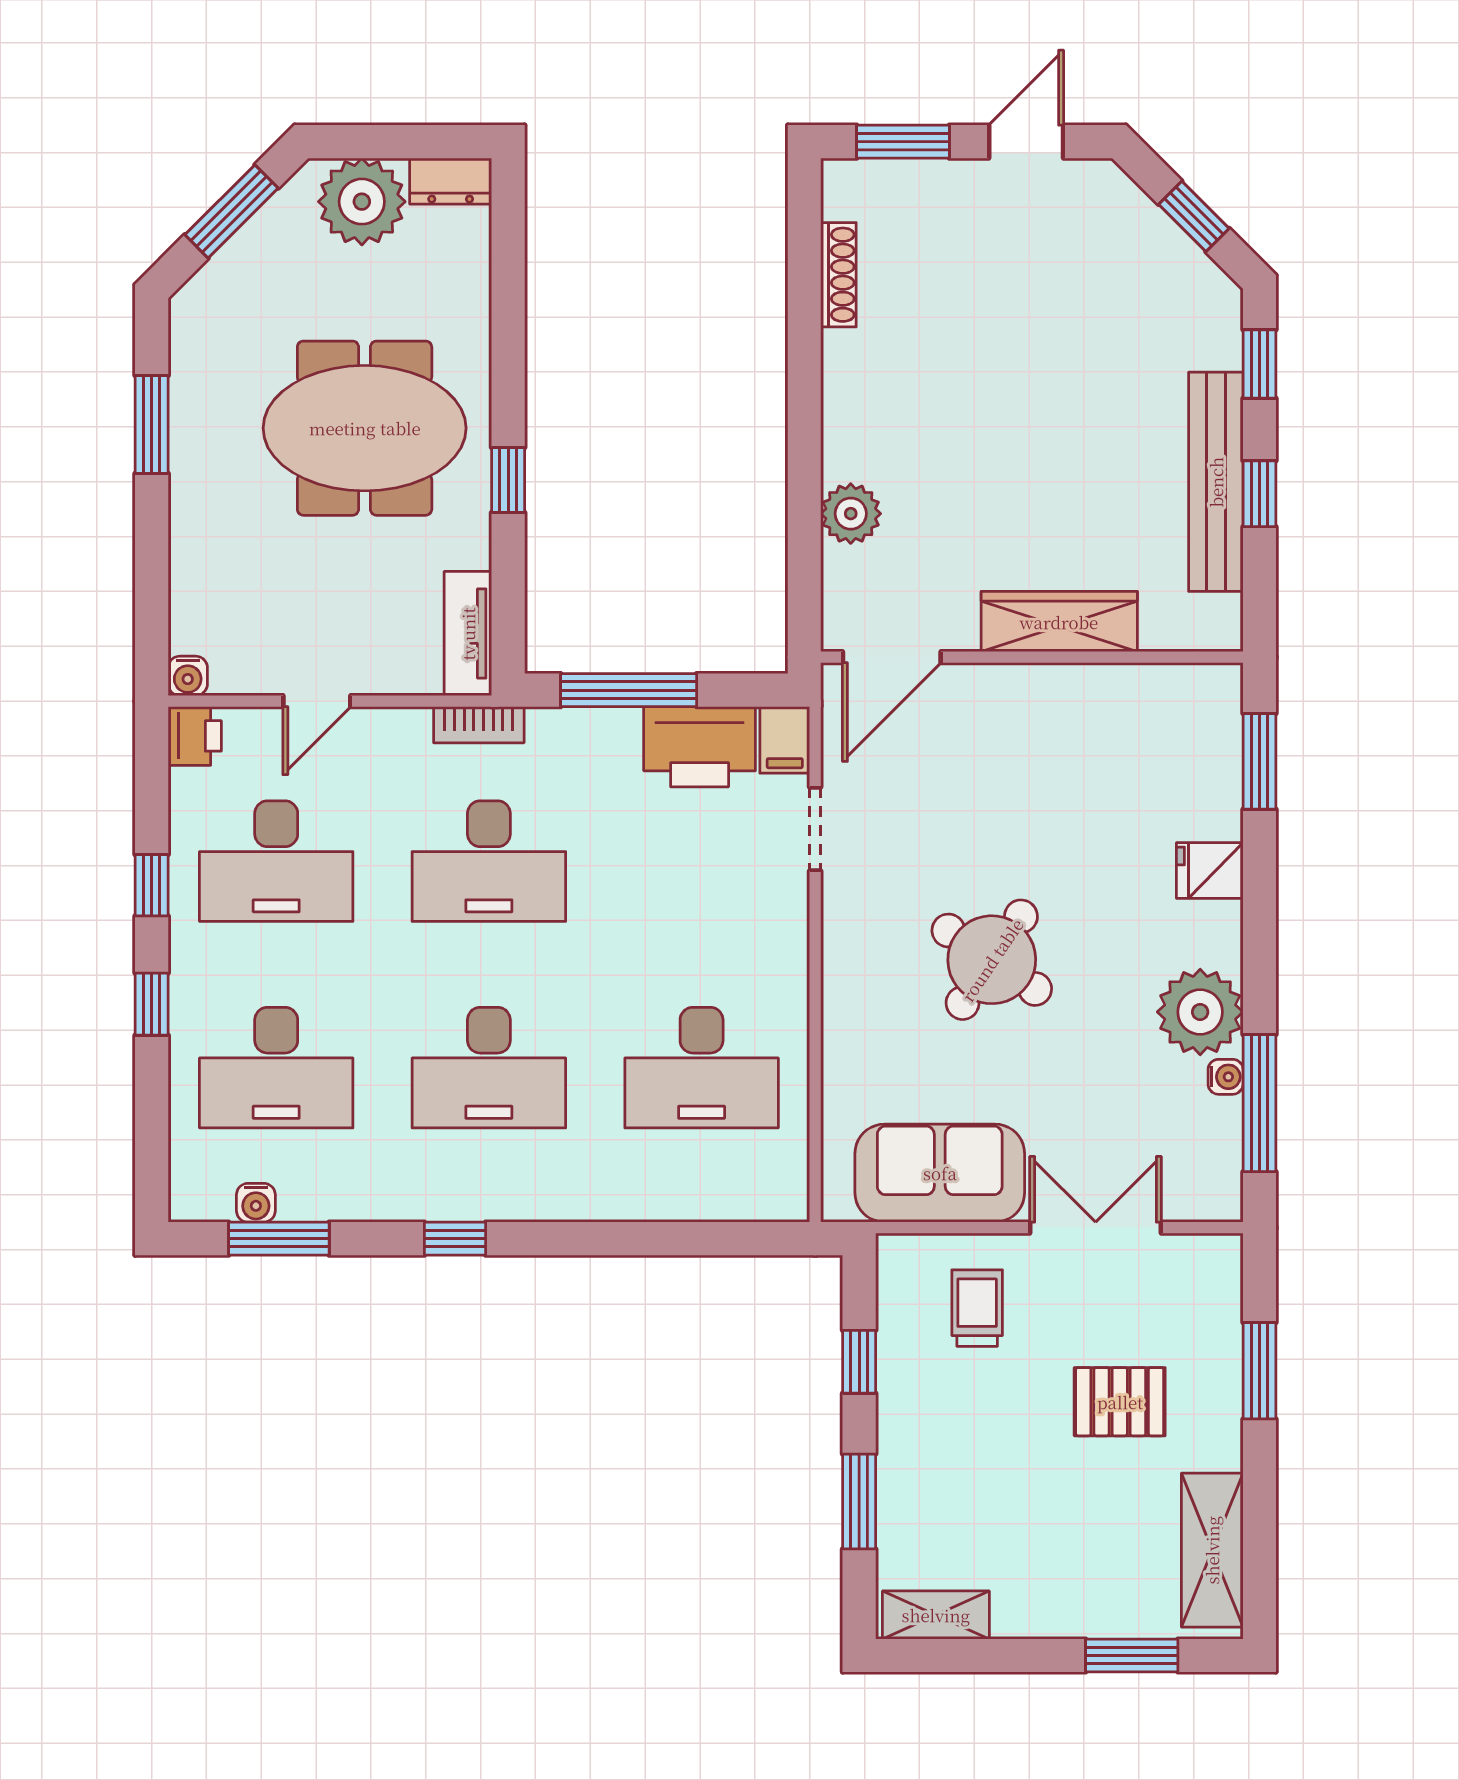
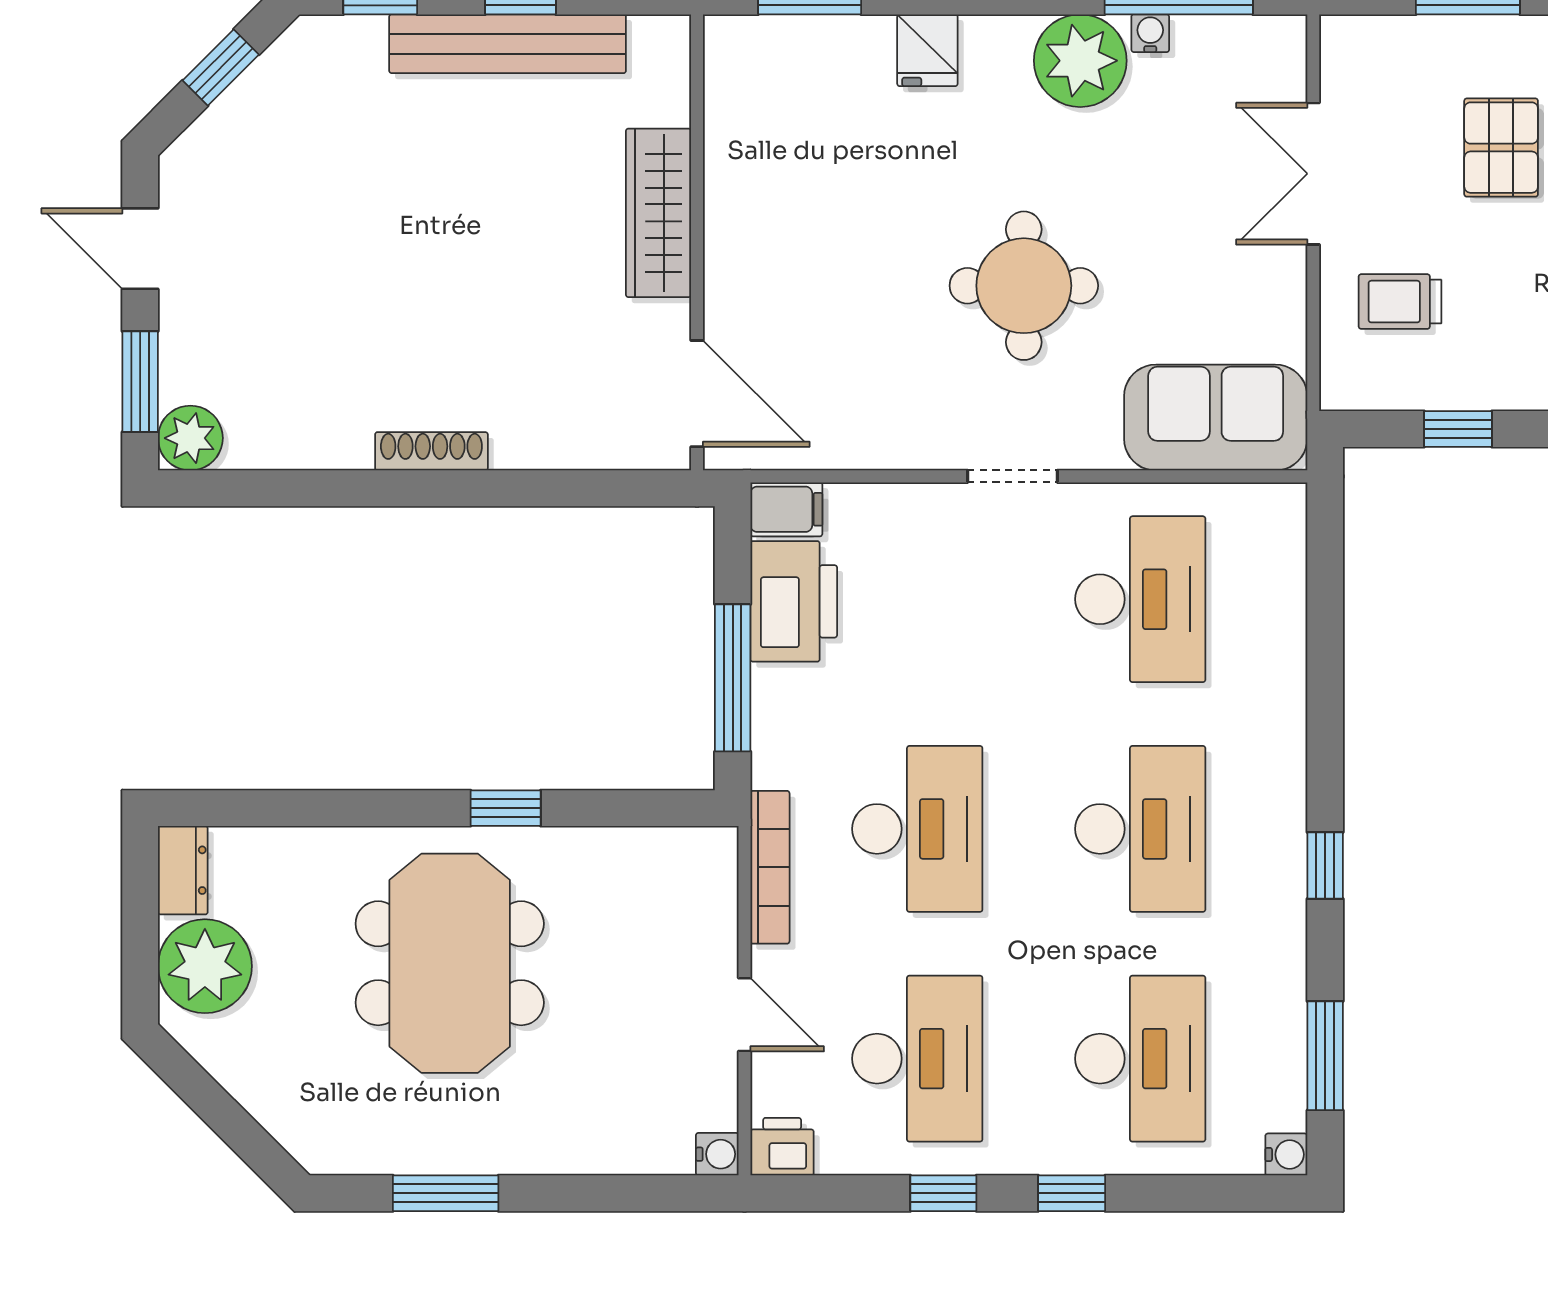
window: (232, 211) -> (216, 1107), removed
shoe rack: (838, 275) -> (431, 451), moved
plant: (851, 514) -> (190, 438), moved
tv unit: (468, 634) -> (671, 852), removed
bookcase: (479, 725) -> (770, 867), width x1.56
doorway: (815, 829) -> (1013, 476), moved
round table: (992, 960) -> (1024, 286), turned -34
sofa: (940, 1173) -> (1216, 418), moved, turned 90
water cooler: (256, 1203) -> (1286, 1154), moved

